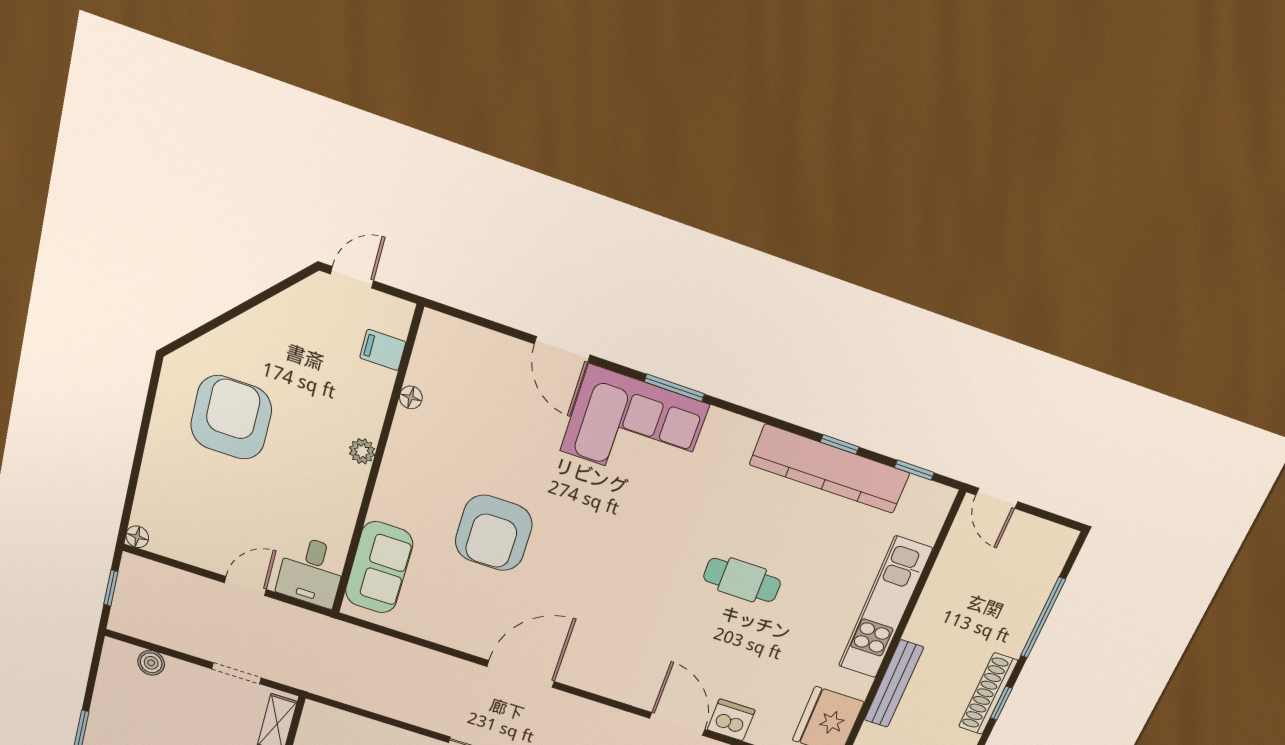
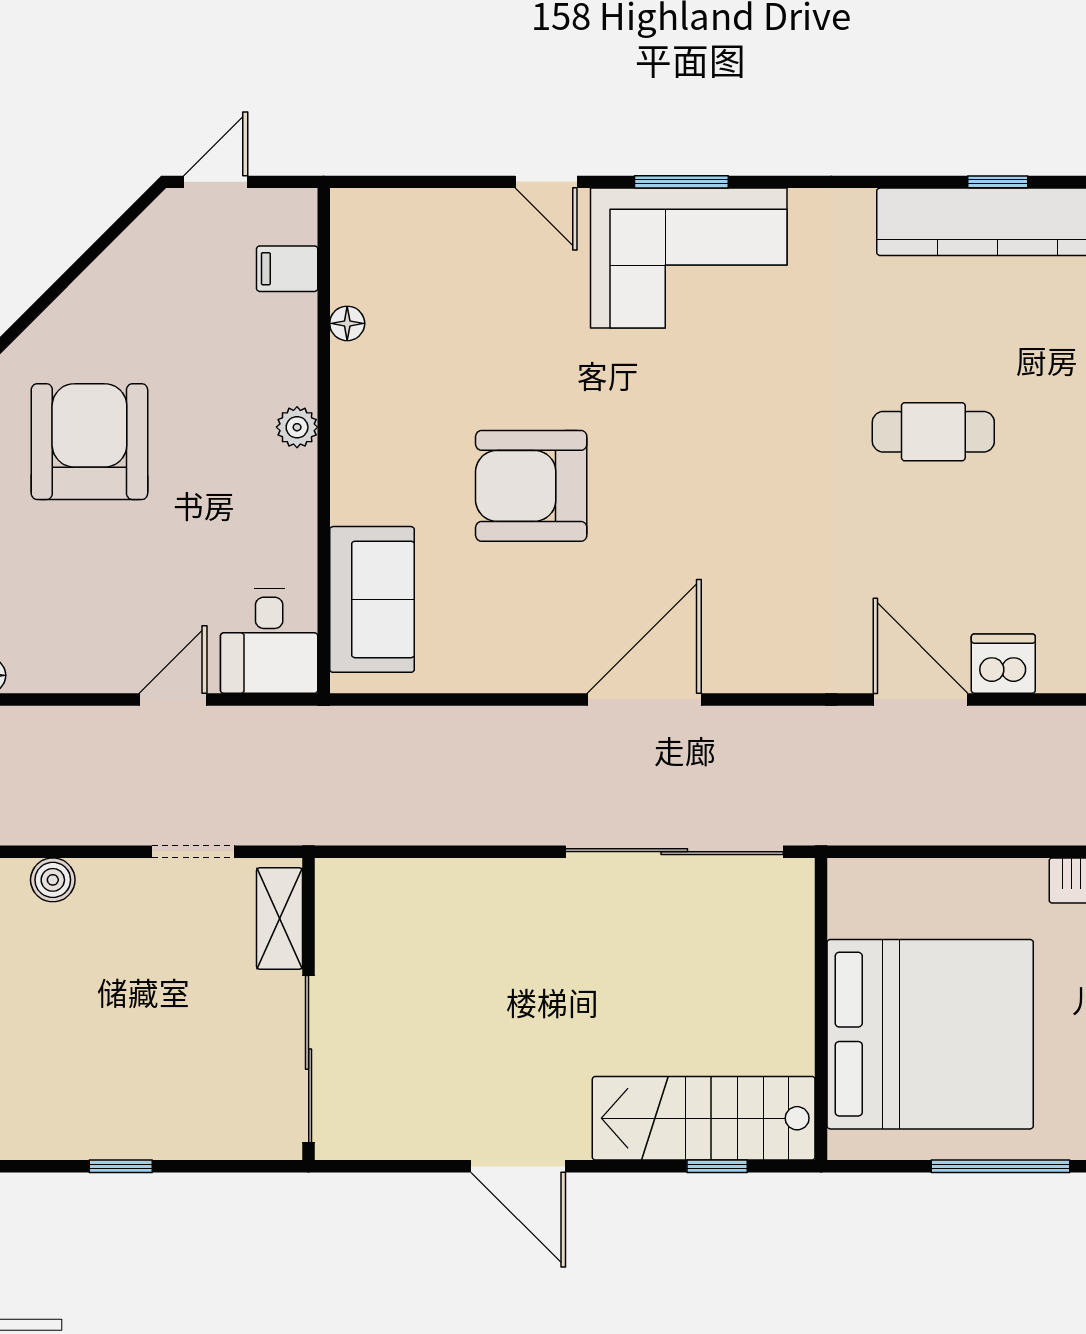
door: (562, 349) -> (546, 182), width x0.73
window: (674, 388) -> (681, 182), moved
armchair: (494, 533) -> (531, 486), turned 90

